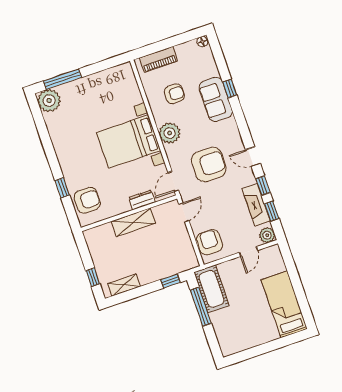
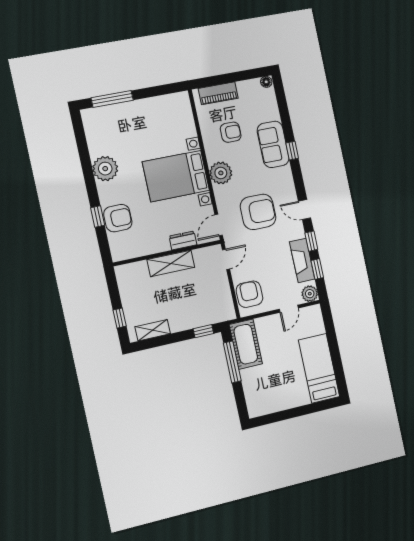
window: (230, 89) -> (292, 151), moved
plant: (49, 101) -> (105, 169), moved
armchair: (87, 200) -> (118, 218), moved

